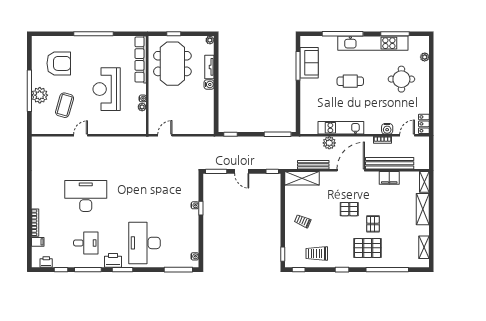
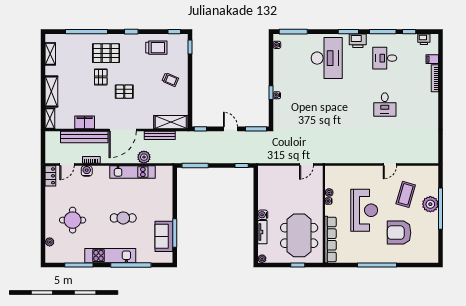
kitchen unit: (373, 43) -> (110, 256), width x0.73
armchair: (59, 63) -> (399, 233), moved
desk: (86, 196) -> (385, 105), width x0.53, depth x0.77

